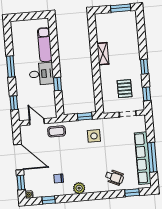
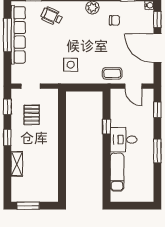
shelving: (103, 54) -> (17, 164), moved
window: (85, 116) -> (79, 87), removed

